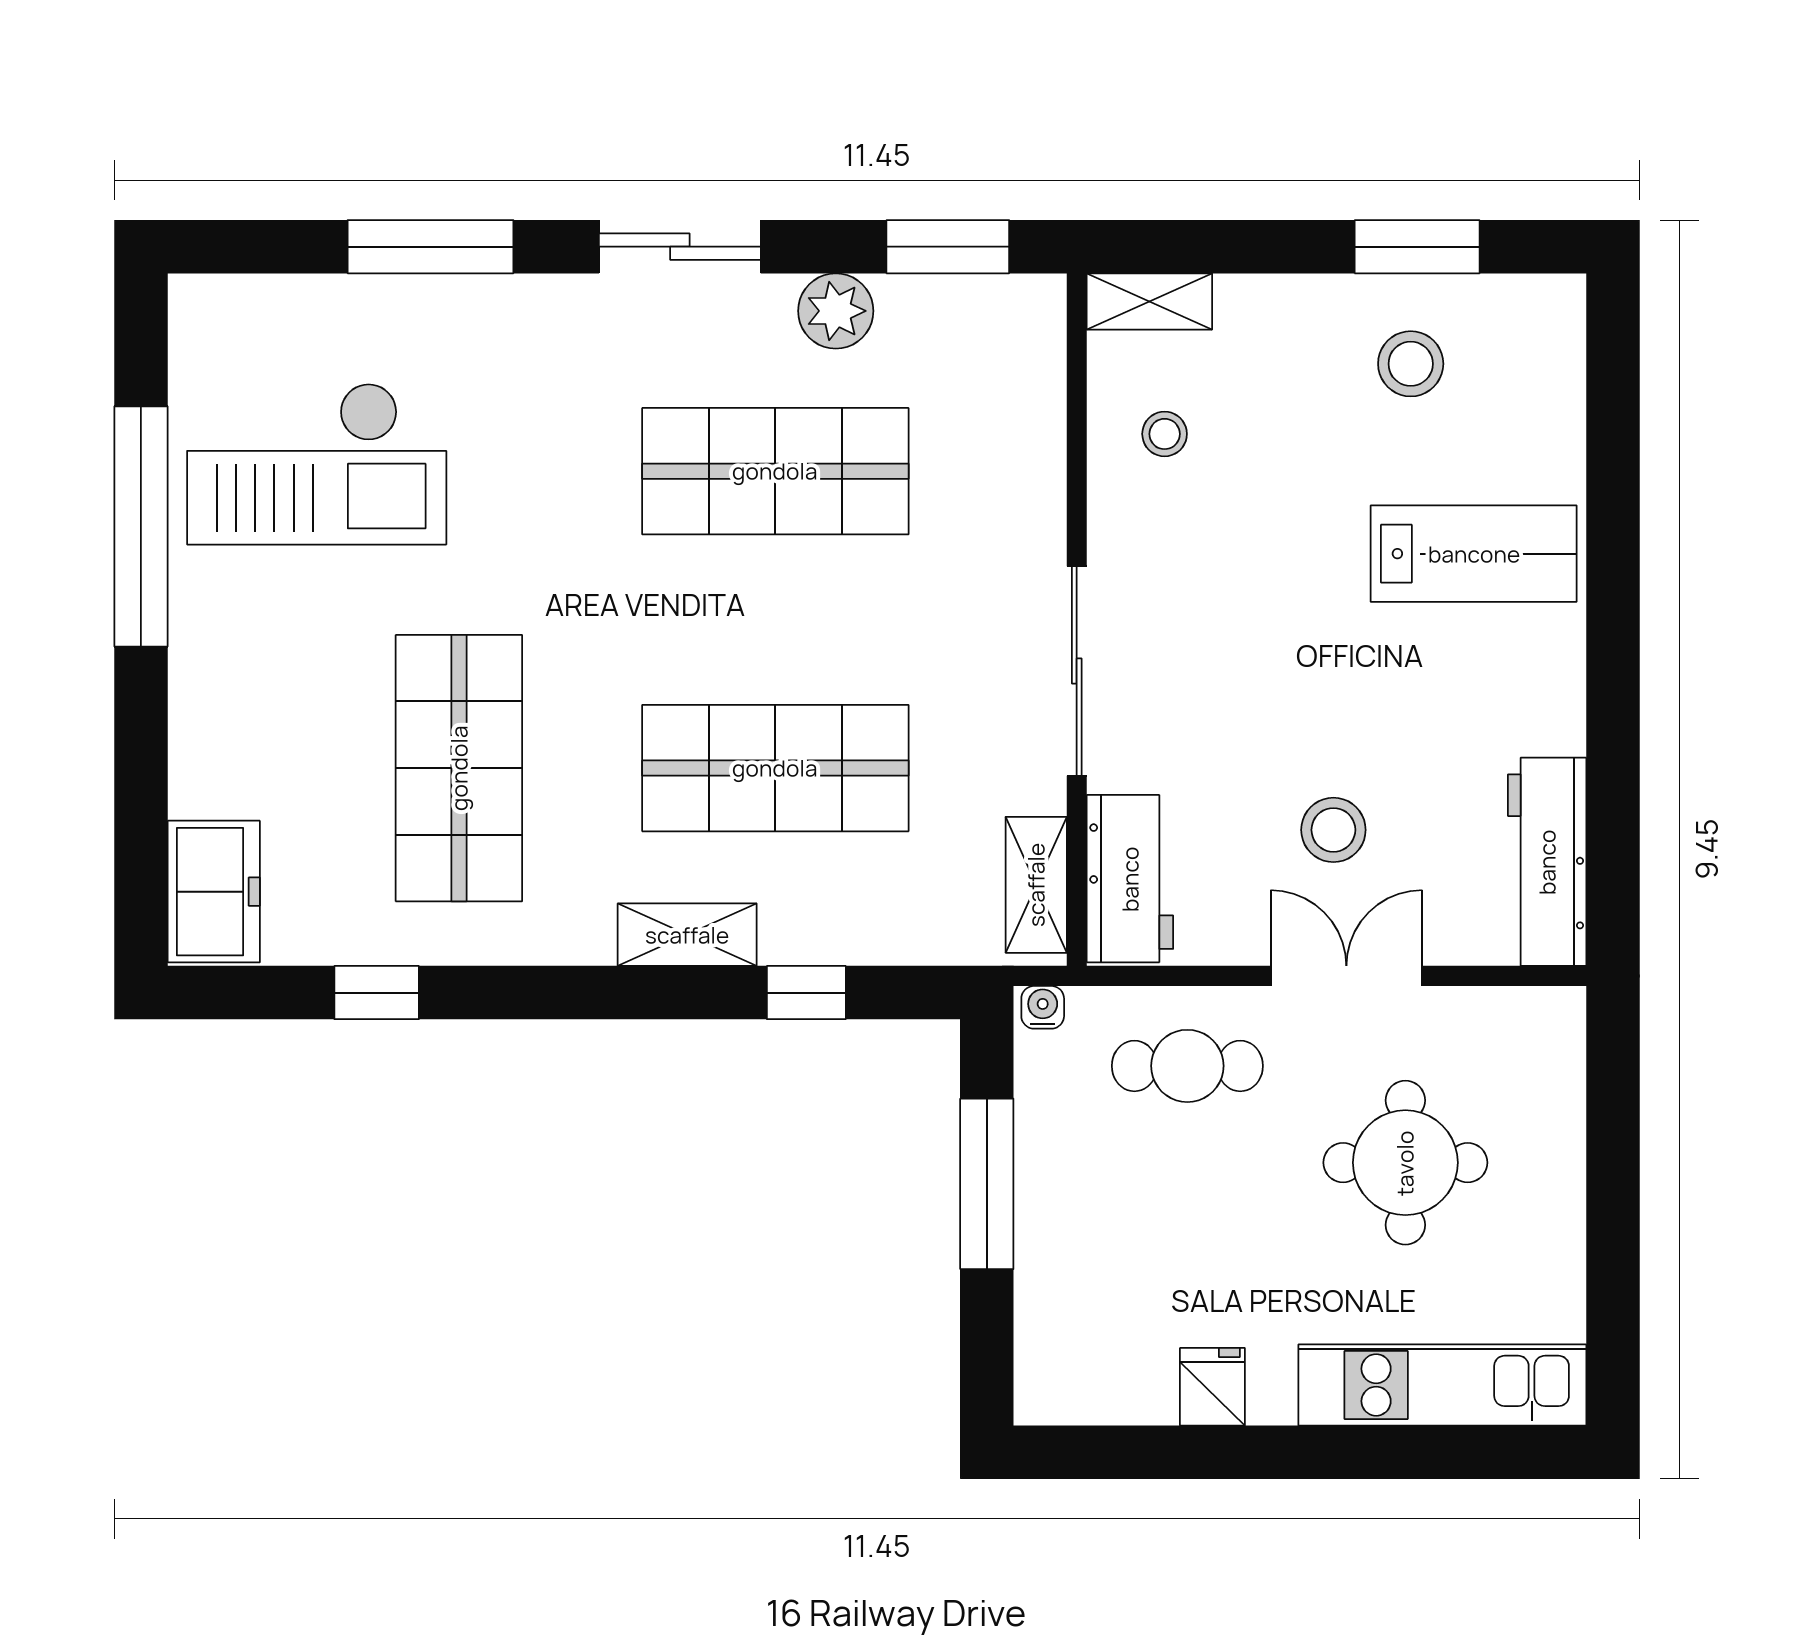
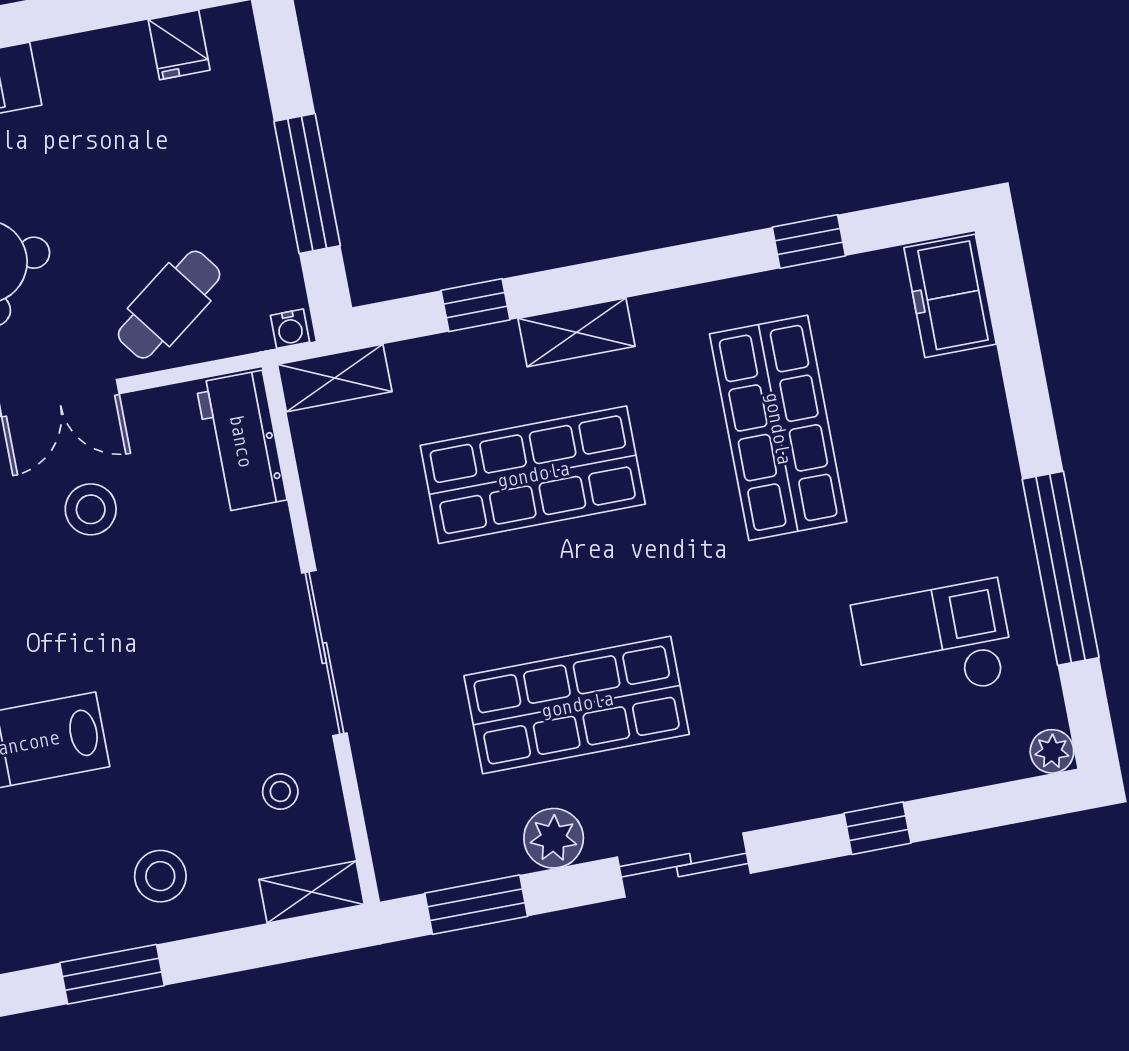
window: (431, 247) -> (877, 828), width x0.46
plant: (195, 301) -> (1052, 751), added
stool: (1411, 364) -> (160, 876), moved
checkout: (317, 464) -> (934, 643), width x0.73, depth x0.83
sliding door: (1077, 671) -> (324, 653), moved
shelving: (1036, 885) -> (335, 378), moved, turned 90
cafe table: (1187, 1066) -> (169, 305), turned -37
fridge: (1212, 1387) -> (179, 45), moved

